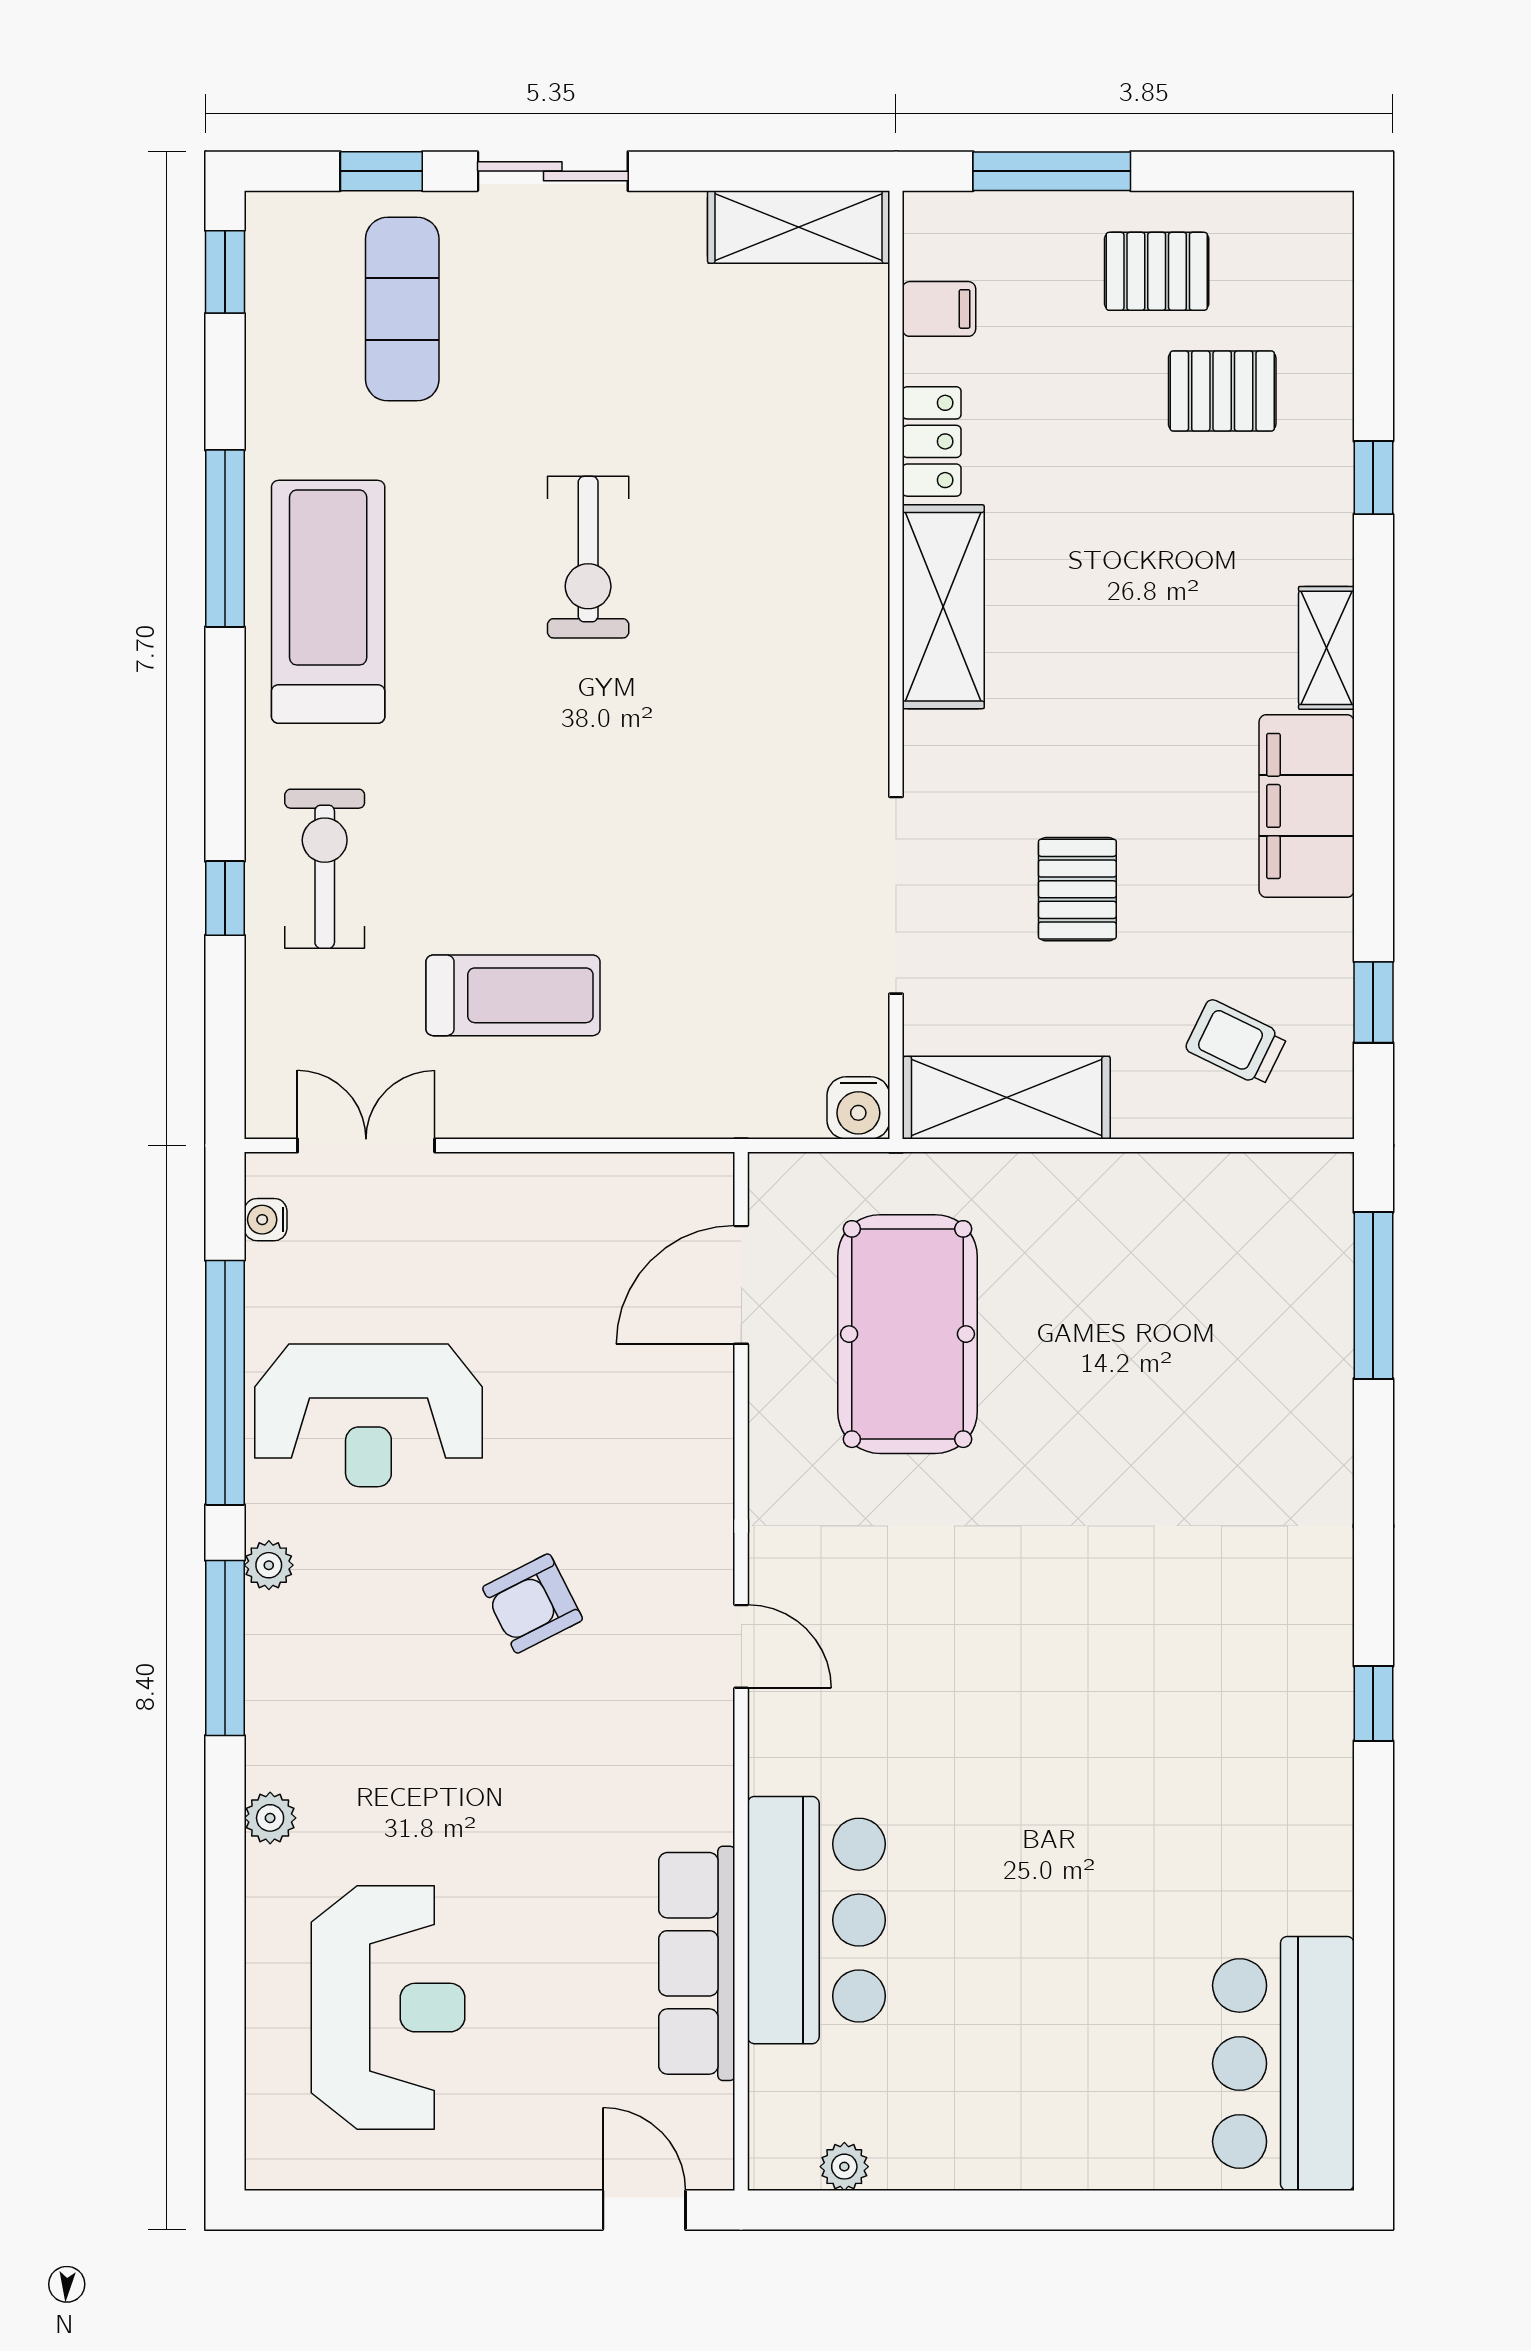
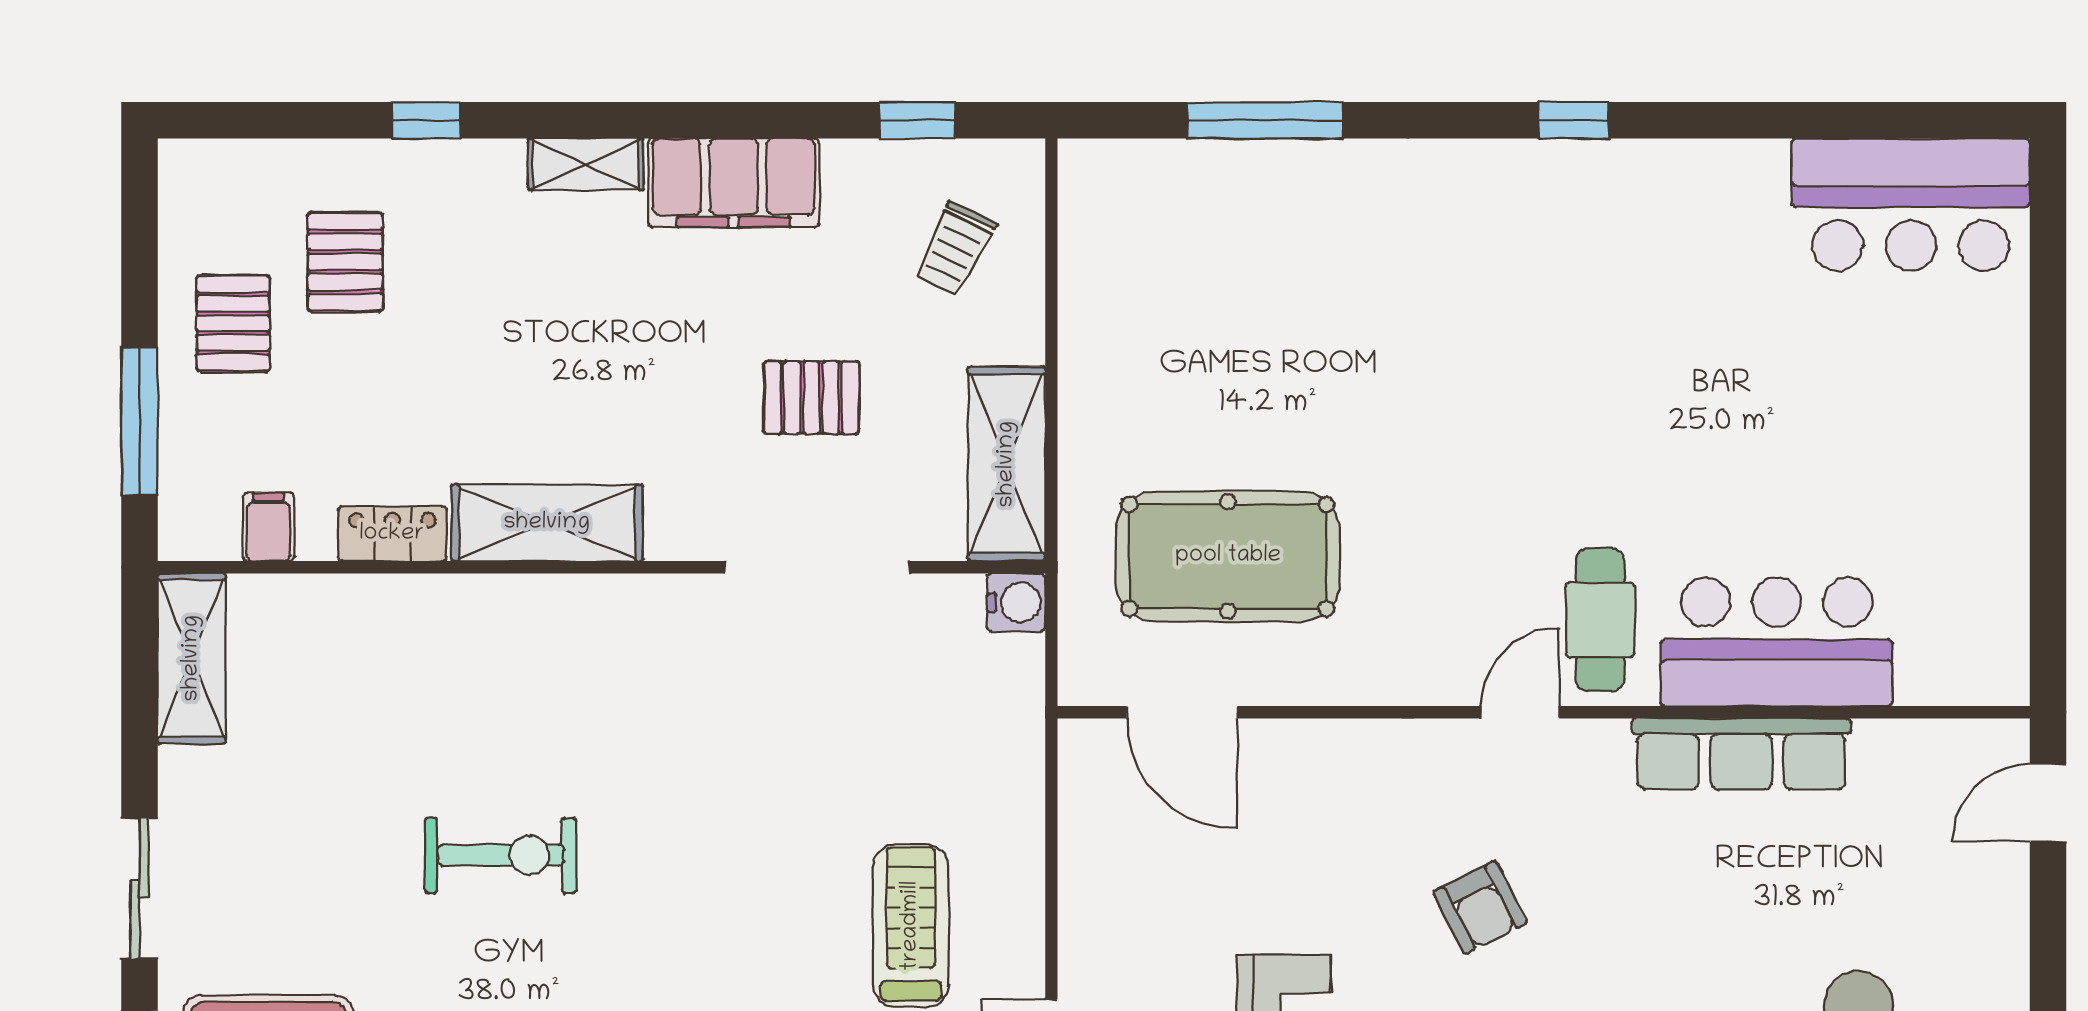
window: (1373, 1296) -> (1265, 120), moved
cafe table: (840, 1732) -> (1600, 620), added
row of seats: (697, 1963) -> (1741, 754), moved
plant: (844, 2167) -> (2007, 616), removed

